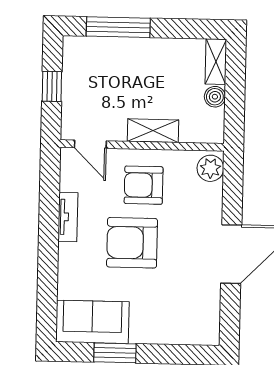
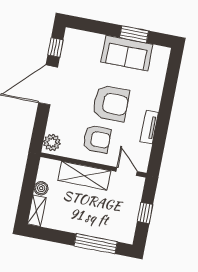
shelving: (153, 131) -> (84, 176), width x1.50, depth x1.33
window: (230, 313) -> (55, 47), added
sofa: (92, 322) -> (127, 53), moved

